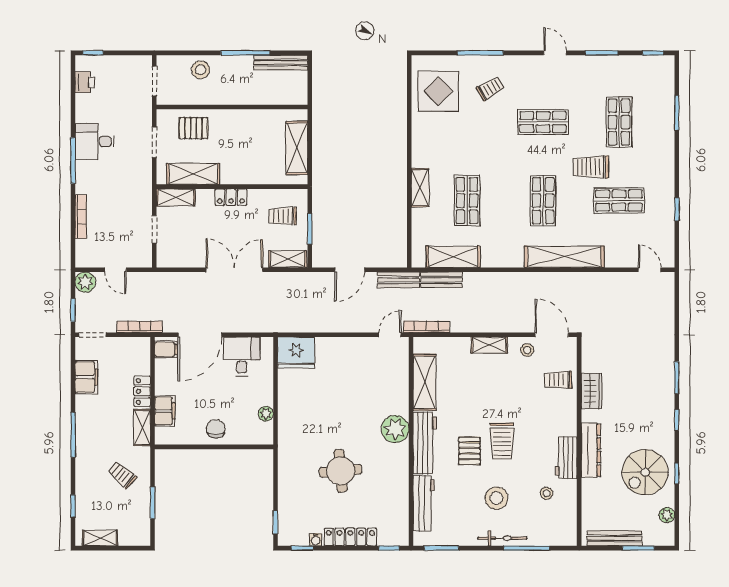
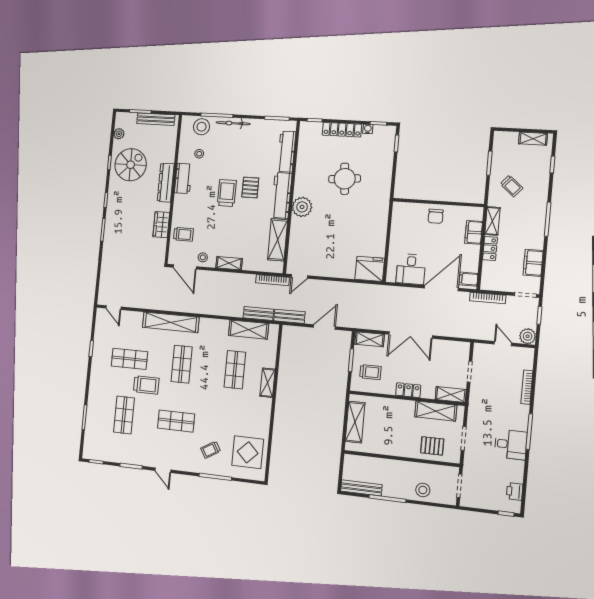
plant: (266, 414) -> (397, 225), removed
stool: (497, 498) -> (202, 127), moved

